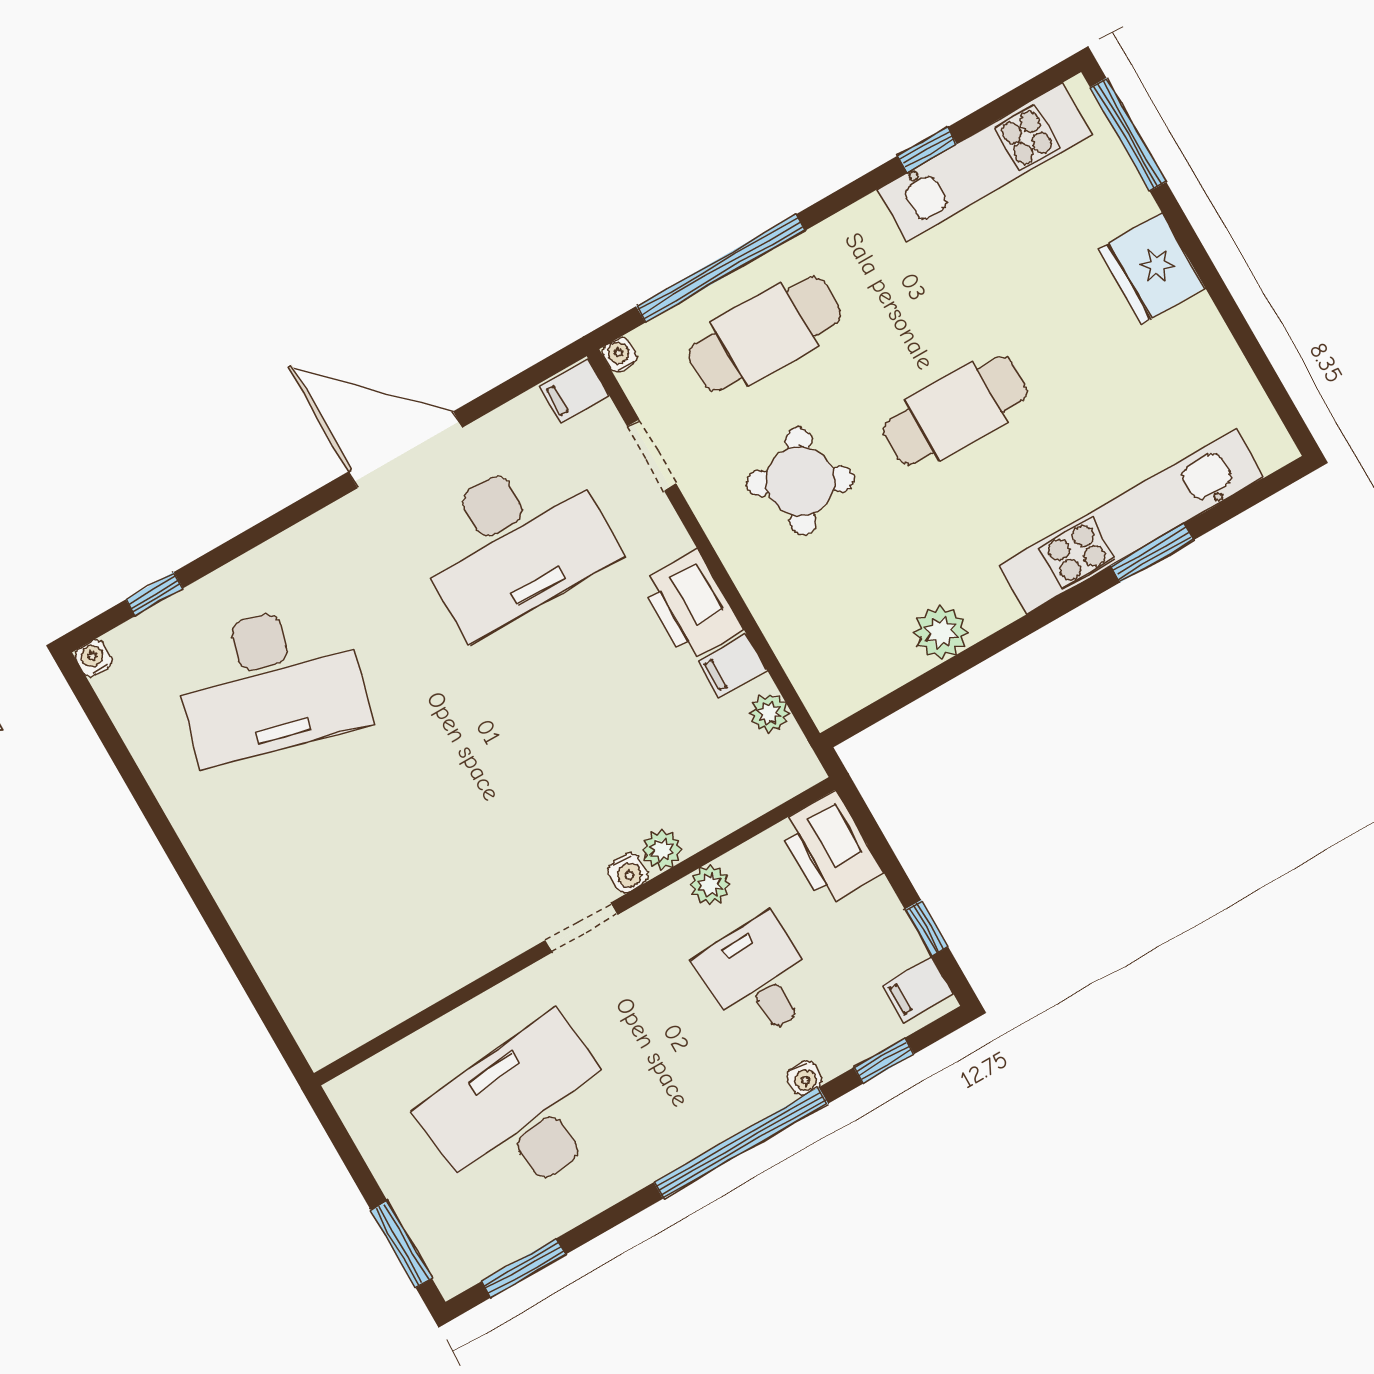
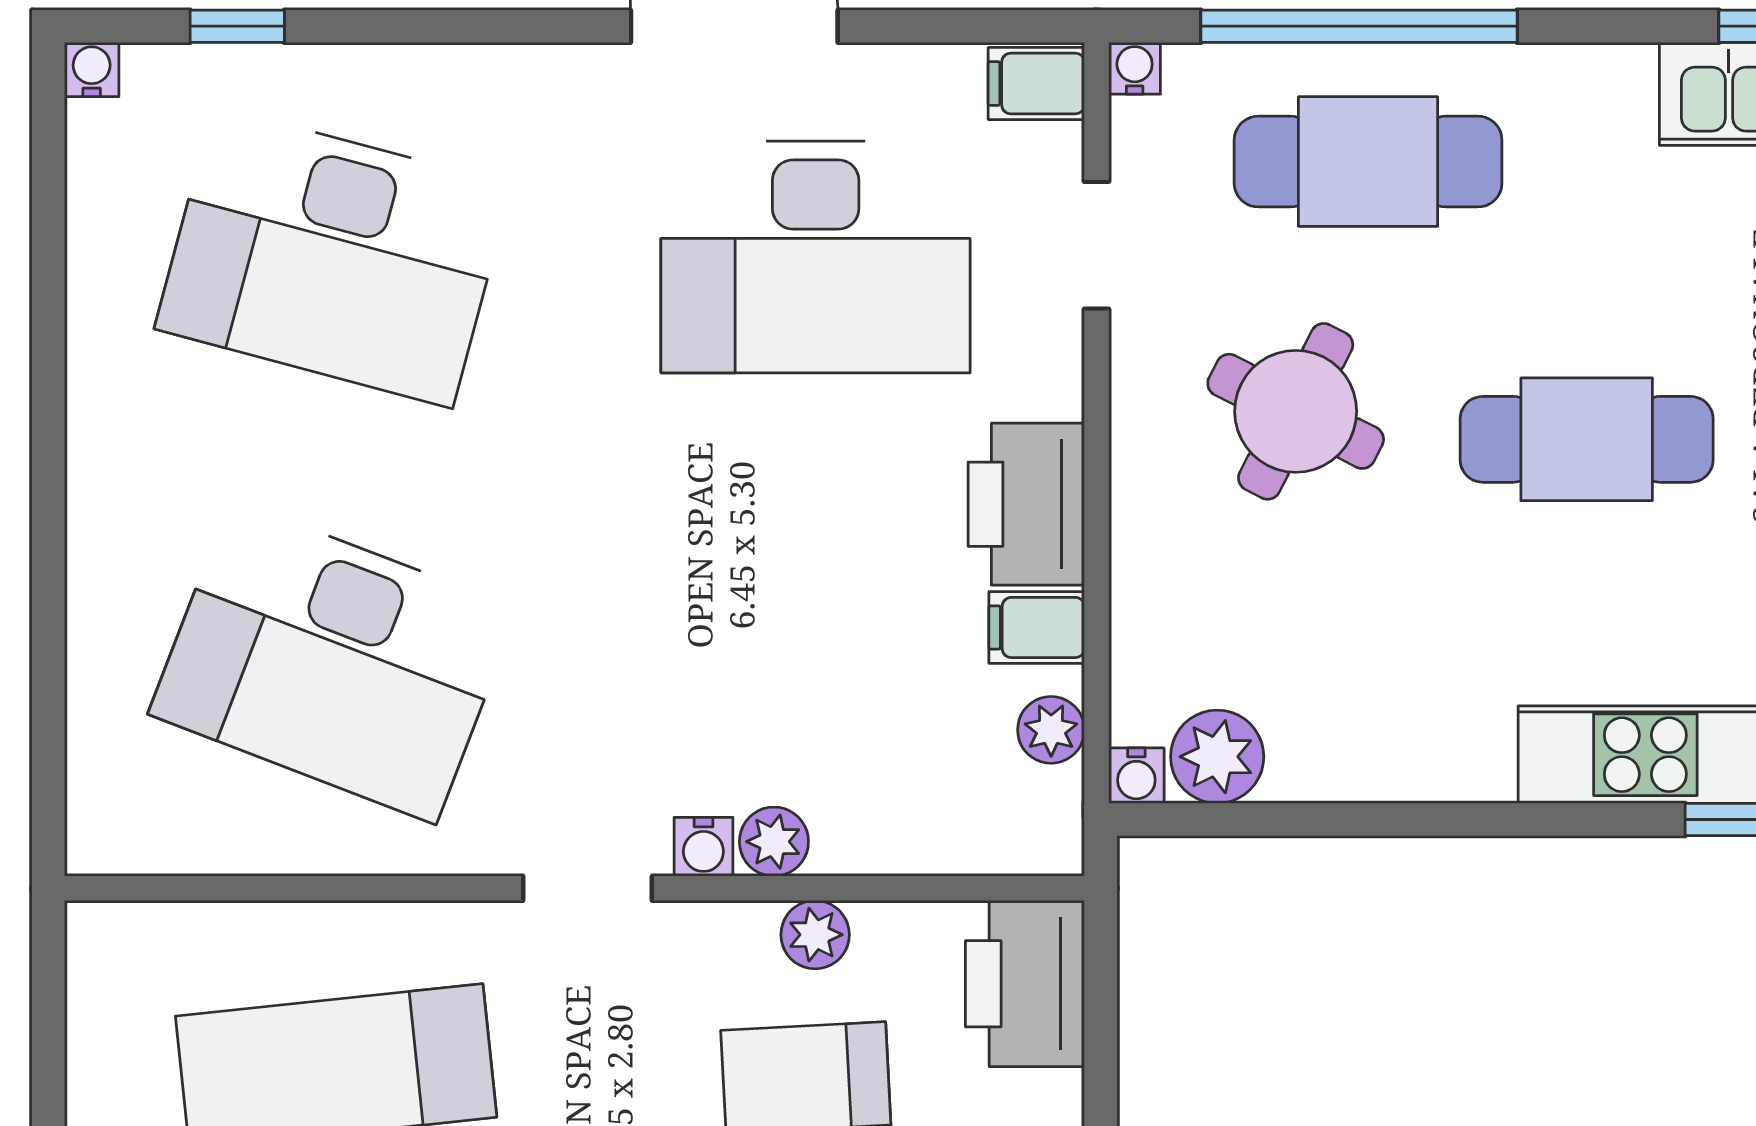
plant: (941, 632) -> (1217, 757), moved
water cooler: (826, 711) -> (1136, 776), added
desk: (387, 887) -> (333, 662), added

